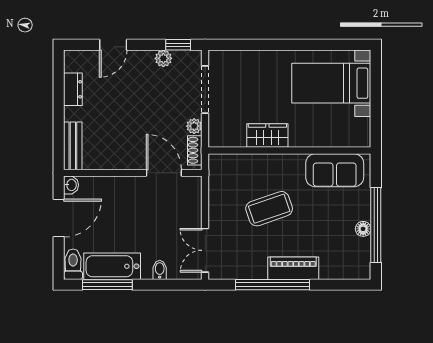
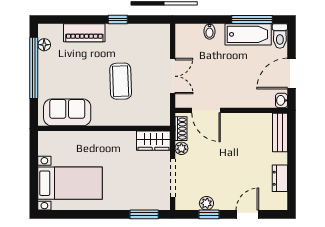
window: (178, 45) -> (209, 214), moved
window: (240, 45) -> (144, 214), added
wardrobe: (267, 136) -> (153, 141), moved
coffee table: (269, 209) -> (121, 81), turned -73
floor lamp: (363, 229) -> (44, 45), moved
double door: (205, 250) -> (173, 76), moved
piano: (293, 268) -> (84, 33), moved
window: (272, 285) -> (118, 19), width x0.32

